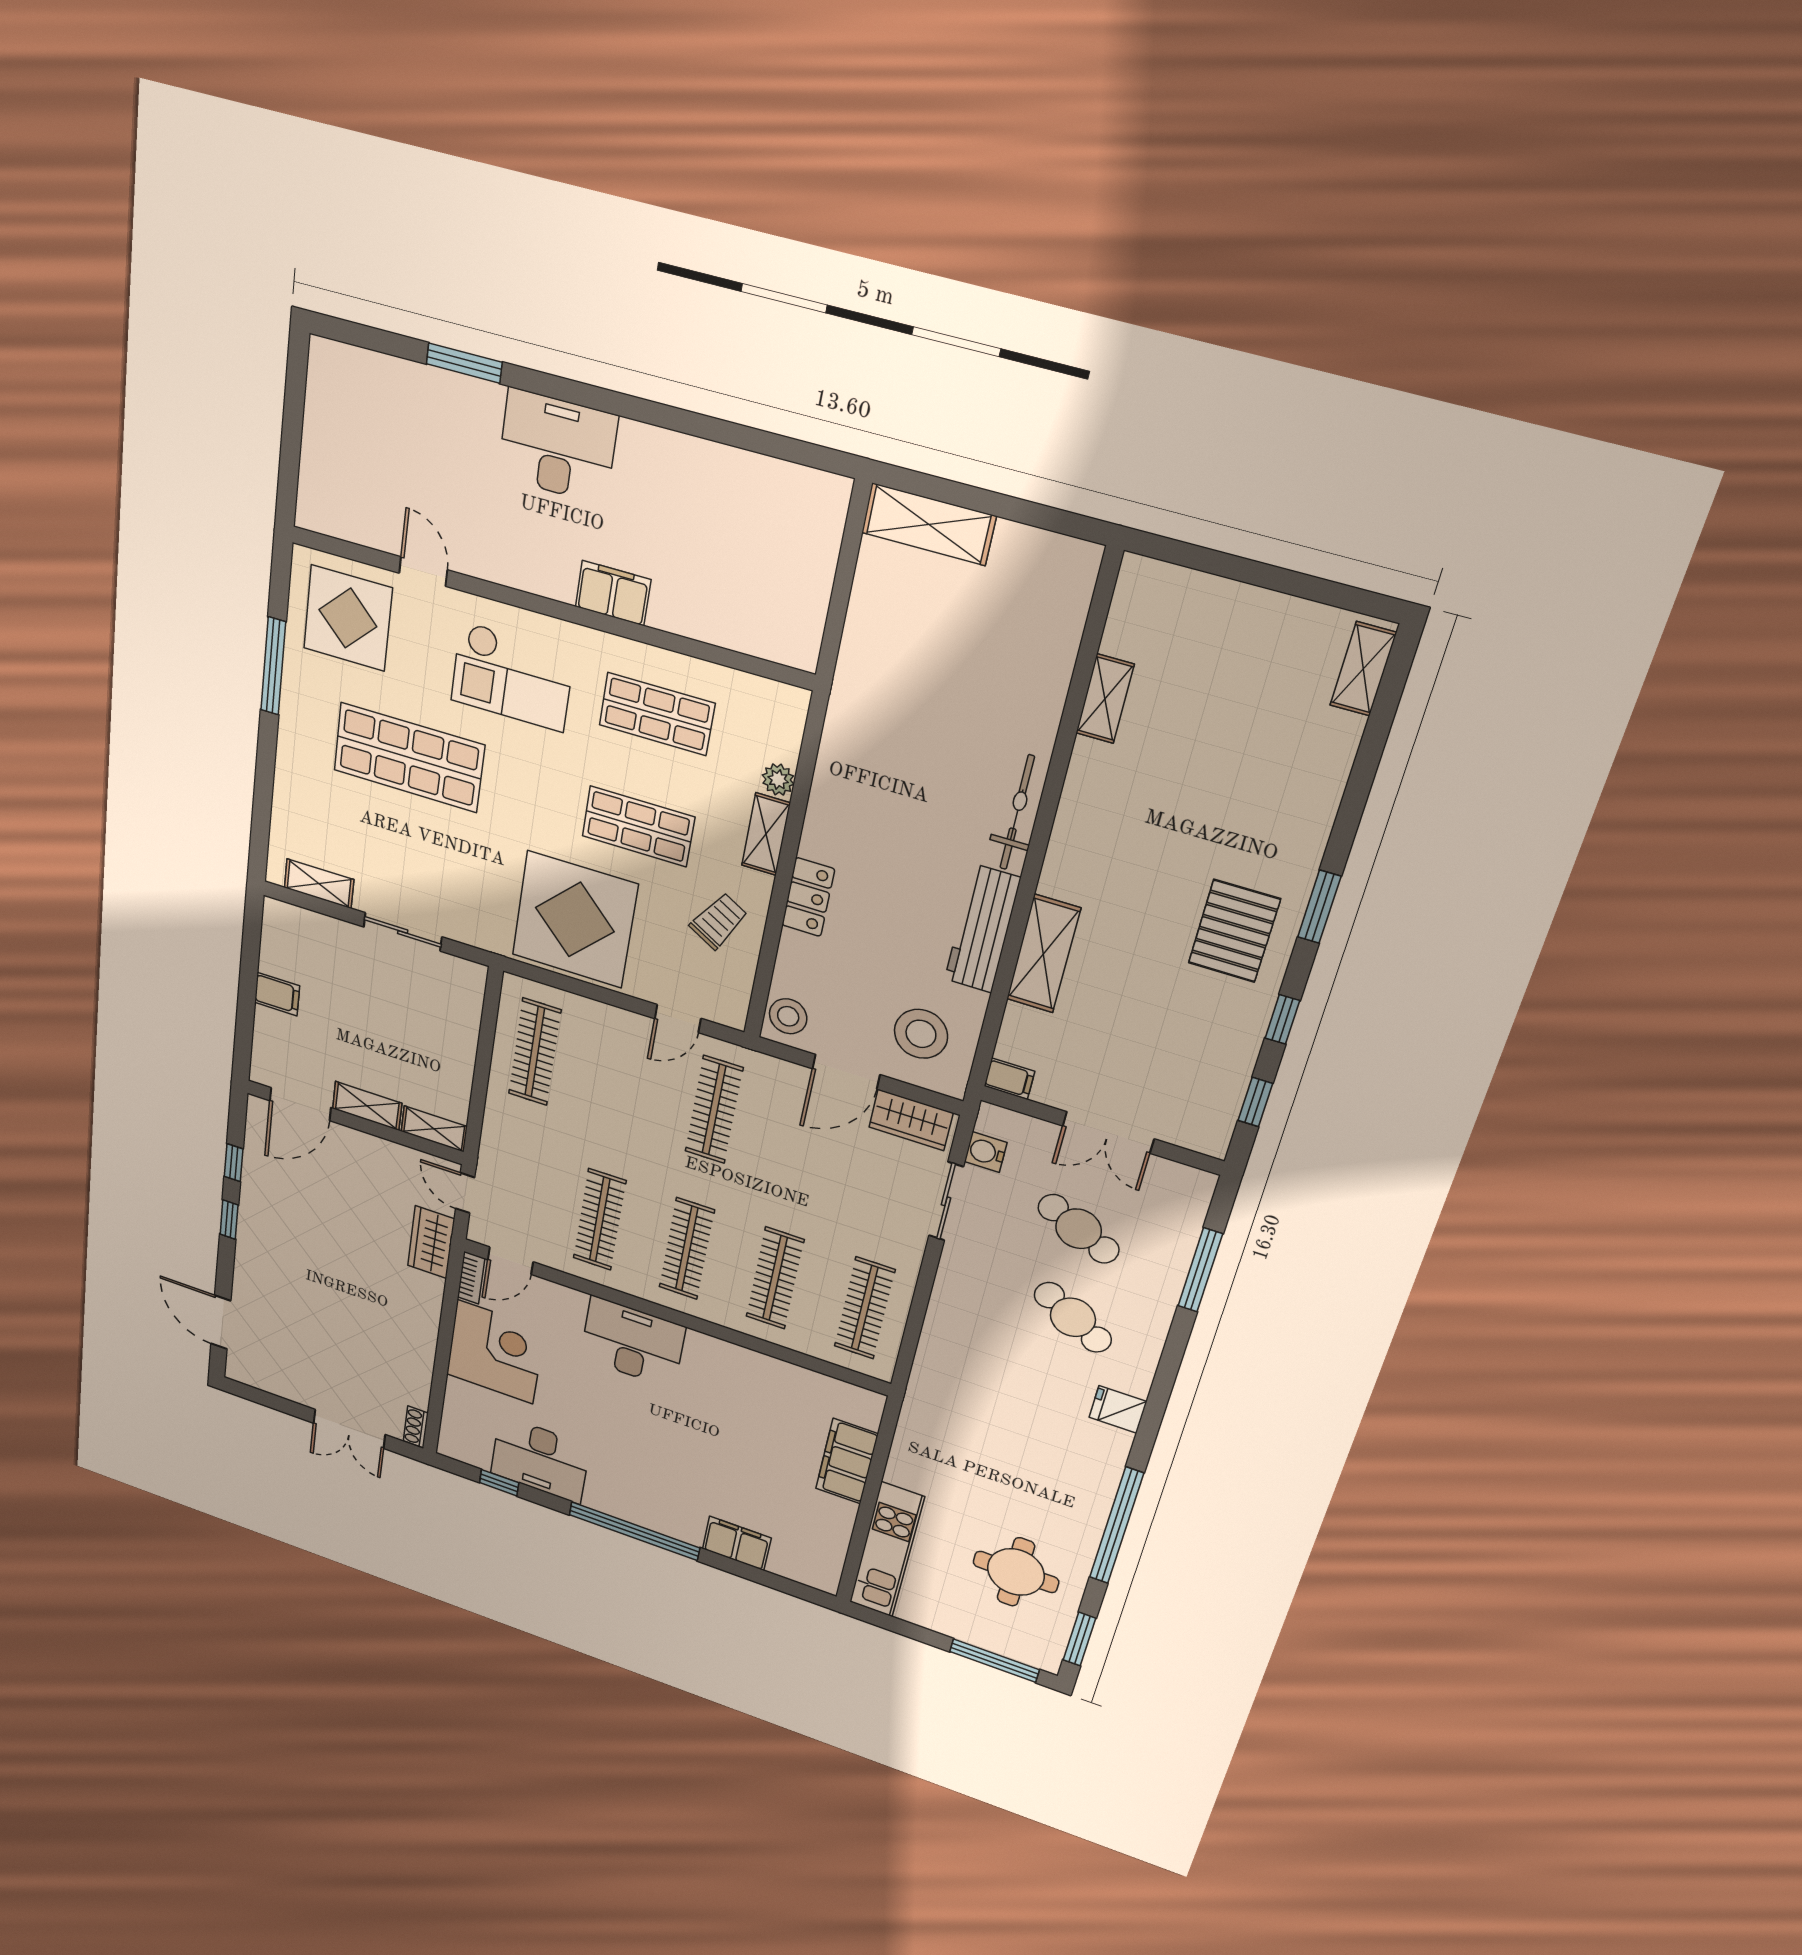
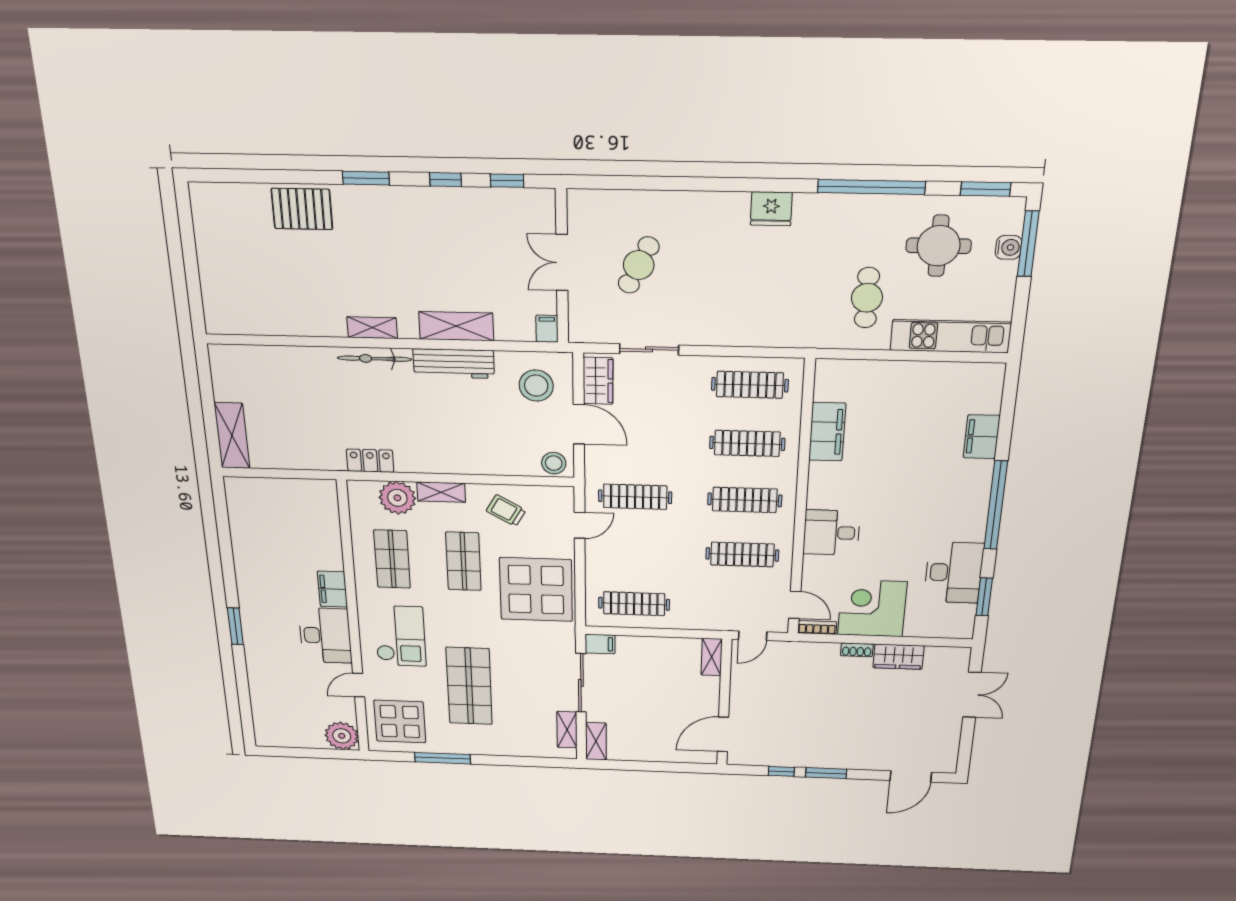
window: (464, 363) -> (235, 626), moved
desk: (557, 446) -> (325, 635), moved, turned 180
plant: (324, 505) -> (342, 736), added
shelving: (1363, 669) -> (219, 193), removed
shelving: (1105, 699) -> (372, 328), moved
plant: (778, 780) -> (397, 498), width x1.88, depth x1.88
locker: (808, 897) -> (370, 461), moved
pallet: (1234, 931) -> (302, 209), moved
sliding door: (403, 932) -> (581, 683), width x1.37
filing cabinet: (277, 994) -> (600, 644), moved, turned 90
door: (678, 1019) -> (580, 525), hinge flipped
door: (300, 1104) -> (723, 734), swing flipped
shelving: (367, 1106) -> (596, 741), moved
double door: (1108, 1132) -> (562, 263), swing flipped
water cooler: (986, 1152) -> (1008, 247), moved, turned -90
window: (229, 1220) -> (826, 773), width x1.50
wardrobe: (431, 1242) -> (899, 657), moved
window: (1200, 1270) -> (641, 183), removed
cafe table: (1073, 1317) -> (867, 298), moved, turned -30
desk: (633, 1342) -> (831, 533), width x0.73
fridge: (1118, 1409) -> (771, 209), width x1.38
shoe rack: (416, 1427) -> (857, 650), moved
filing cabinet: (847, 1461) -> (827, 432), moved, turned -90
window: (499, 1483) -> (984, 597), width x1.50

